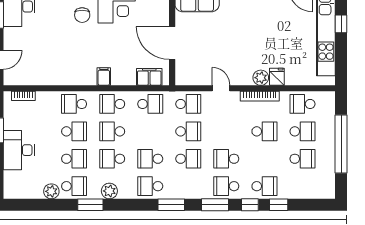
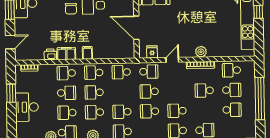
filing cabinet: (149, 77) -> (66, 53), moved
fridge: (277, 77) -> (152, 52), moved
printer: (52, 78) -> (50, 54), added
door: (221, 88) -> (172, 60), hinge flipped
school desk: (150, 104) -> (121, 72), turned 180
school desk: (188, 131) -> (149, 91), turned 180
school desk: (264, 131) -> (204, 90), turned 180
school desk: (74, 159) -> (67, 113), turned 180
school desk: (188, 159) -> (150, 111), turned 180

